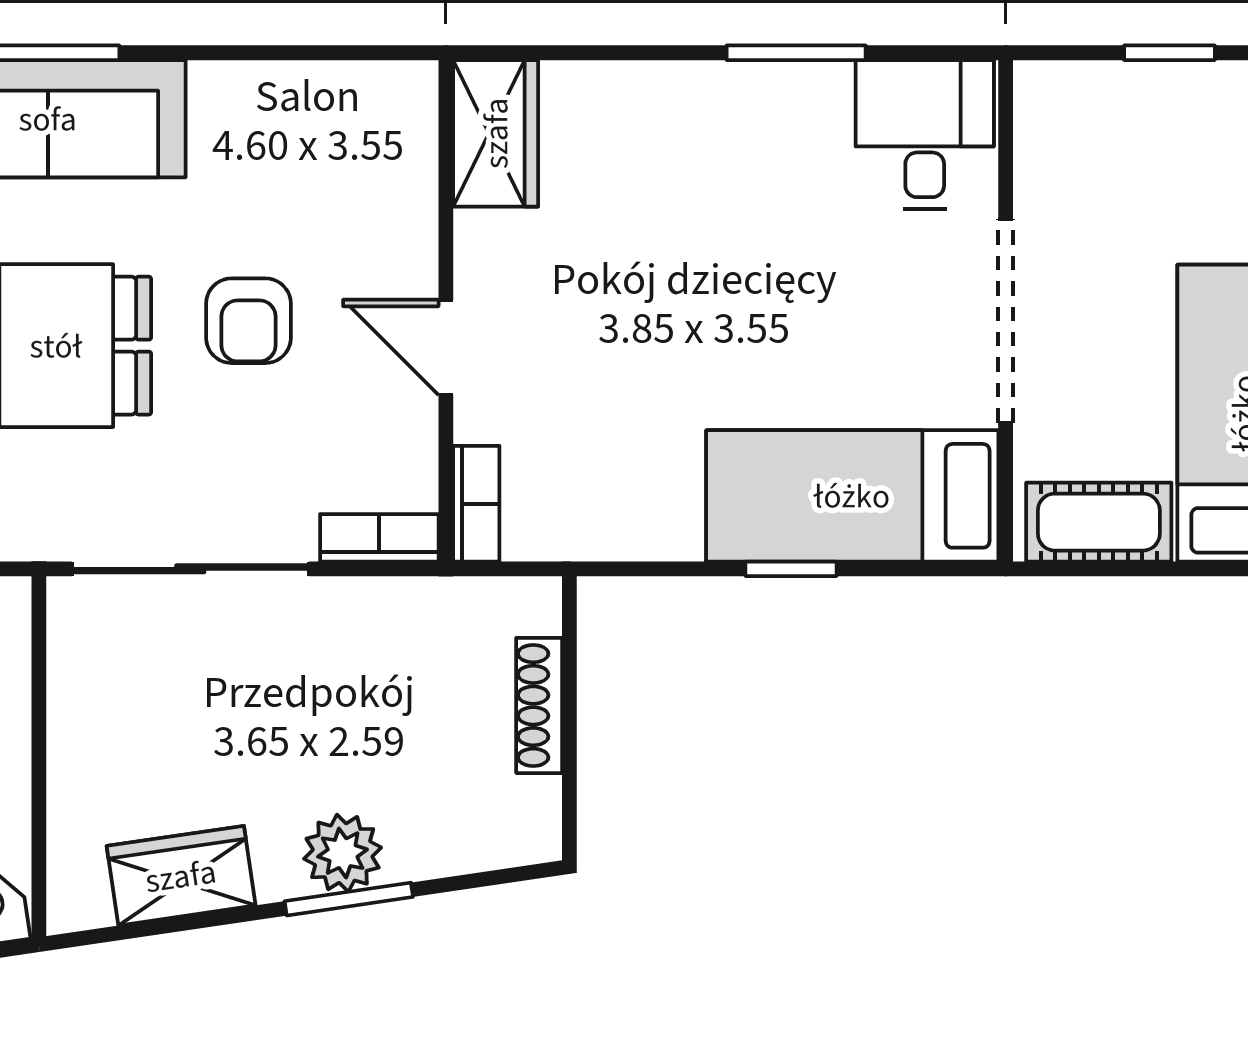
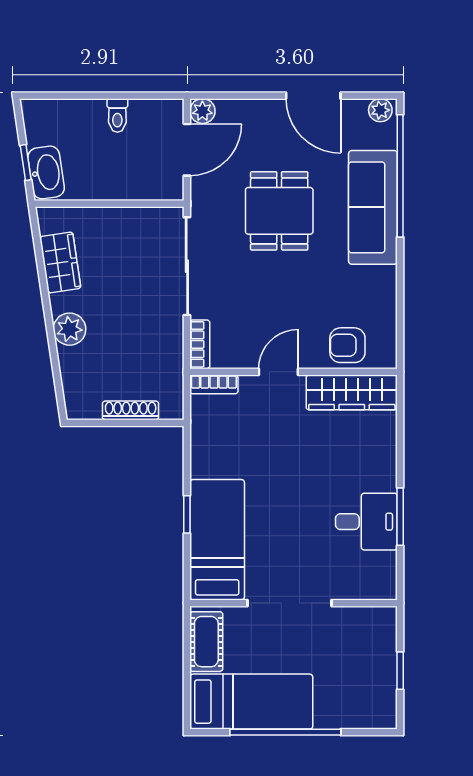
wardrobe: (496, 133) -> (352, 392), width x1.50
desk: (925, 135) -> (366, 522), moved
armchair: (248, 321) -> (347, 345), moved
window: (349, 899) -> (51, 332), removed

